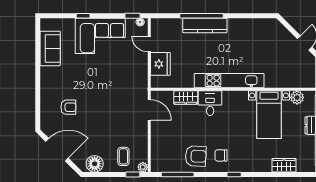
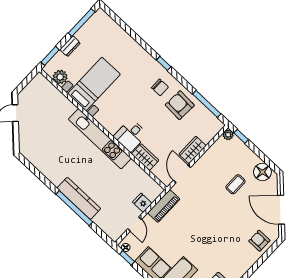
fridge: (160, 64) -> (142, 203), width x0.53, depth x0.75
piano: (141, 76) -> (164, 206), added
armchair: (68, 107) -> (259, 241), moved
coffee table: (123, 156) -> (235, 184), moved
wardrobe: (284, 165) -> (193, 150), moved, turned 90

